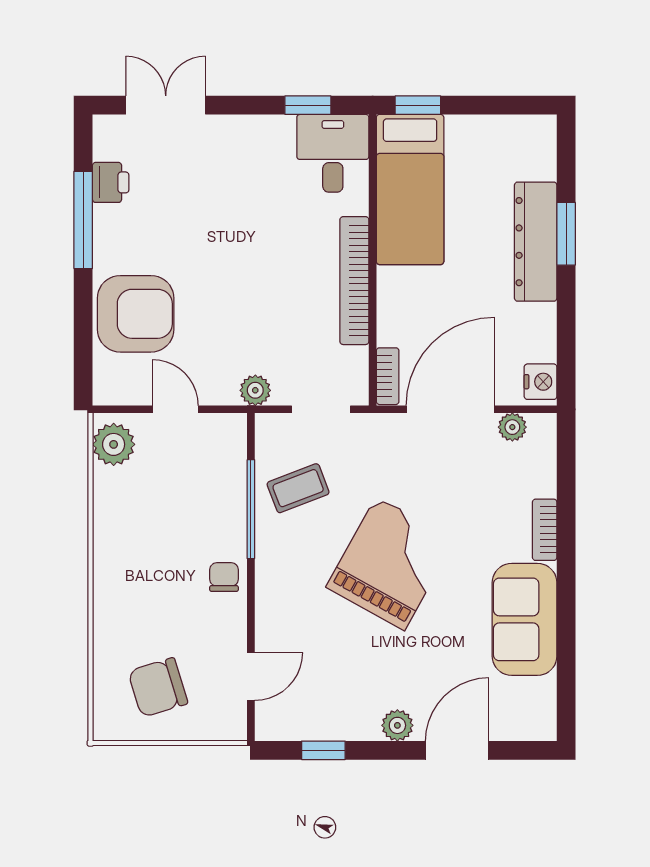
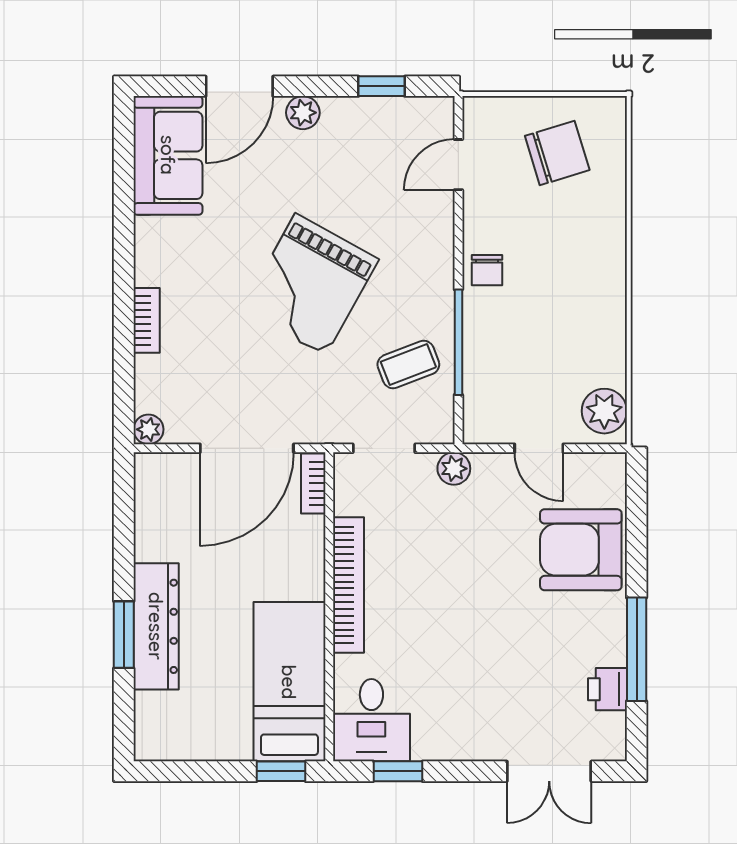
nightstand: (541, 382) -> (151, 478), removed
plant: (512, 427) -> (148, 429), moved
sofa: (525, 619) -> (168, 155), moved

